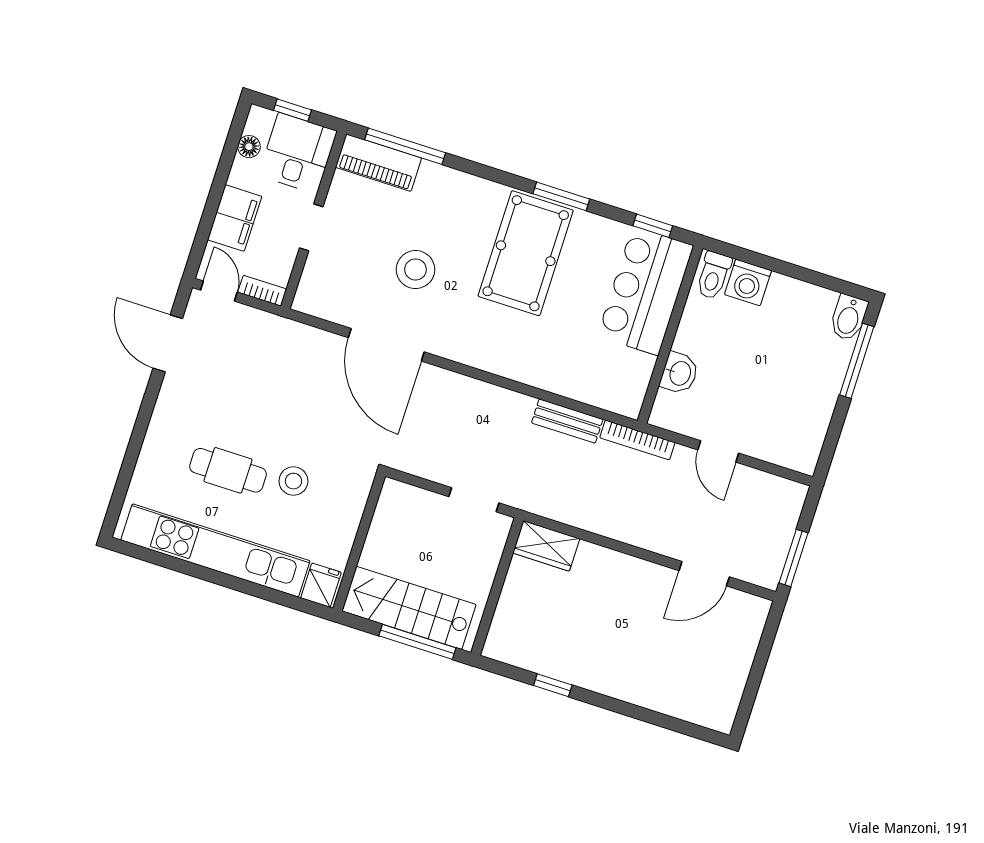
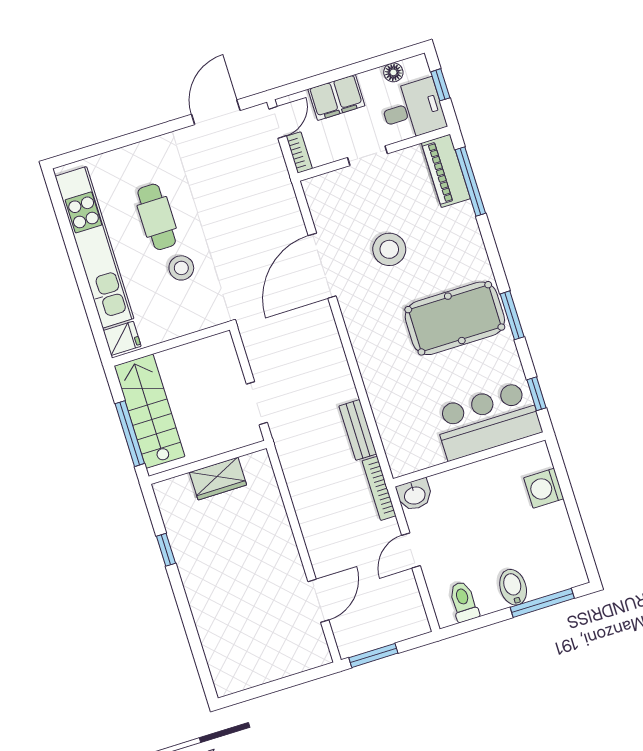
toilet: (713, 275) -> (464, 602), moved, turned 90
bidet: (849, 318) -> (513, 587), moved, turned 90
washbasin: (679, 373) -> (415, 495), moved
wardrobe: (546, 546) -> (218, 479), moved, turned -90
door: (704, 574) -> (318, 601), swing flipped

